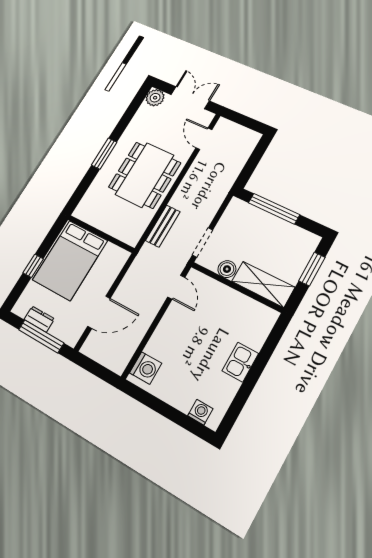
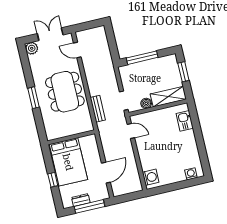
kitchen sink: (240, 362) -> (185, 121), moved

